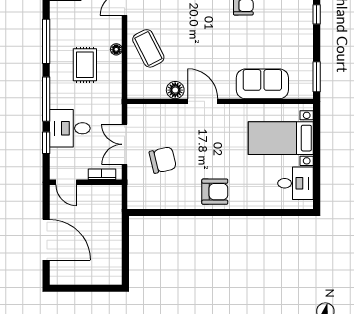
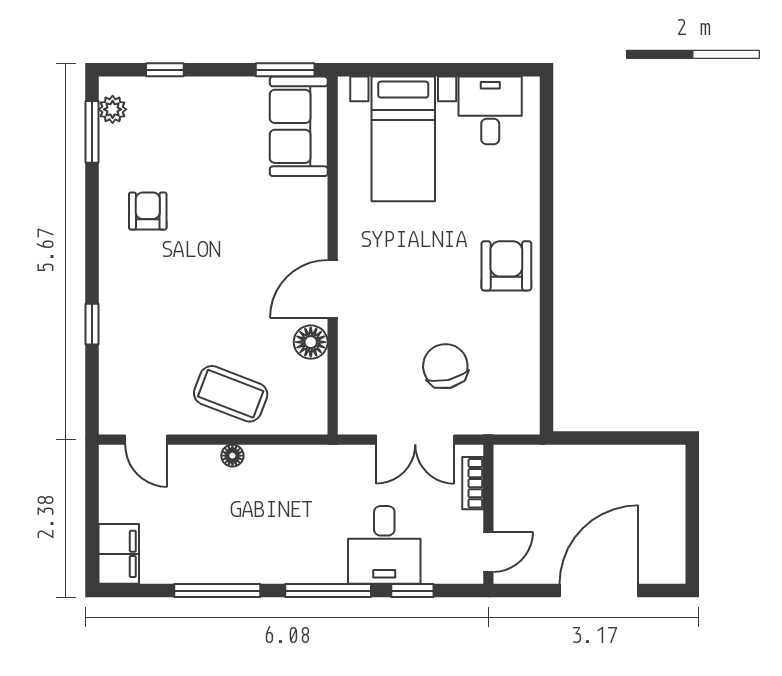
coffee table: (148, 48) -> (231, 394), turned 48
rug: (85, 65) -> (262, 516), removed
sofa: (262, 84) -> (299, 126), moved

